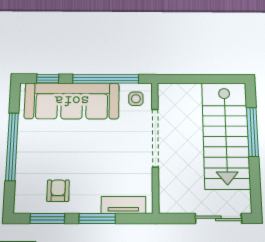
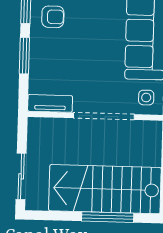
tv unit: (123, 205) -> (50, 103), moved, turned -90

